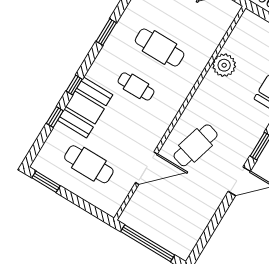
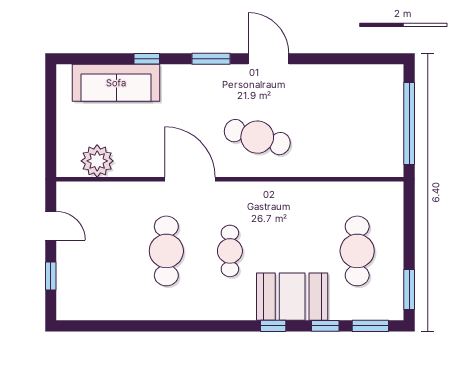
window: (106, 32) -> (370, 326), moved
plant: (224, 65) -> (97, 161), moved
door: (146, 168) -> (190, 179), moved

